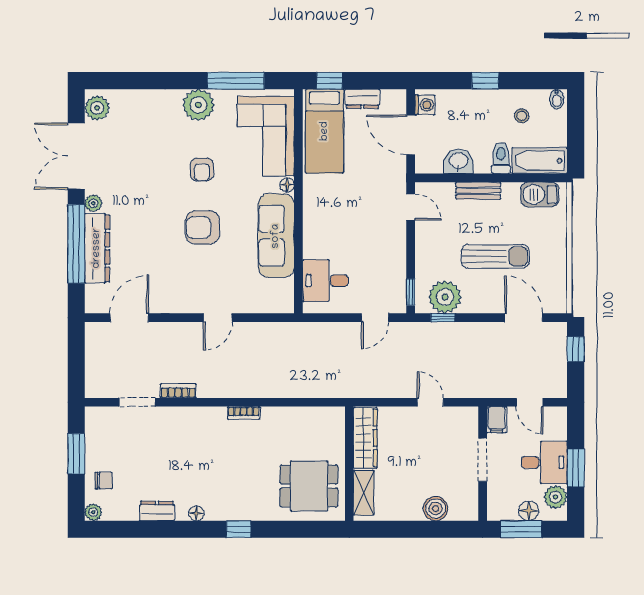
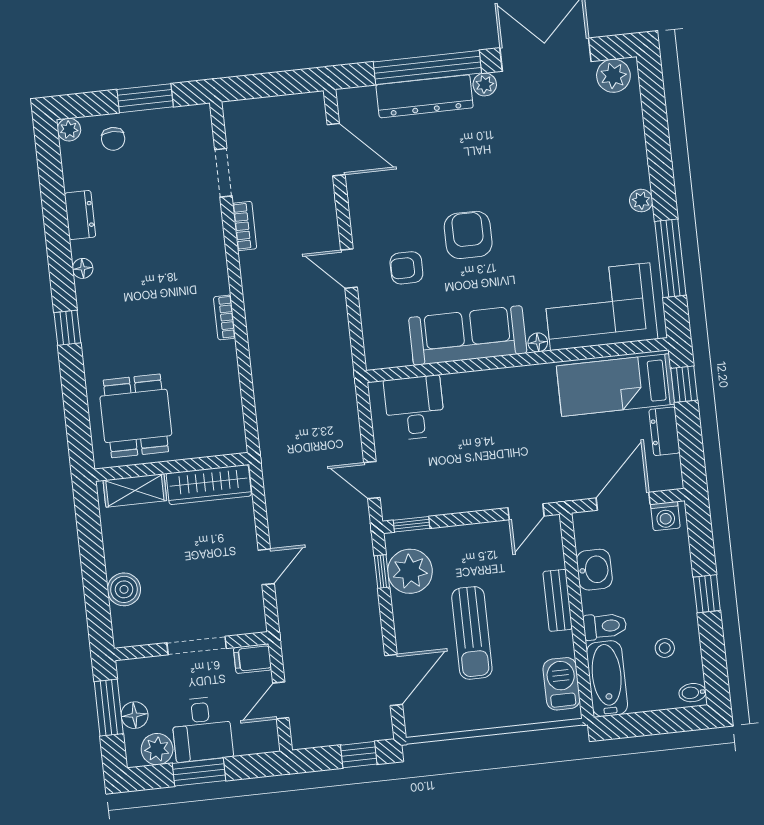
plant: (198, 105) -> (641, 201), width x0.53, depth x0.53
armchair: (202, 169) -> (406, 268), moved

